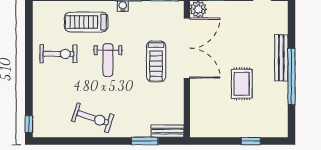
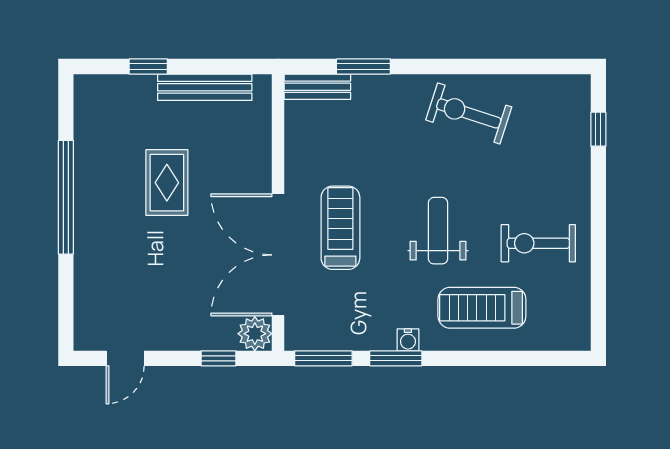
treadmill: (86, 22) -> (482, 308), turned 180
bench: (281, 58) -> (205, 87), moved, turned 90
window: (29, 124) -> (598, 129), moved

